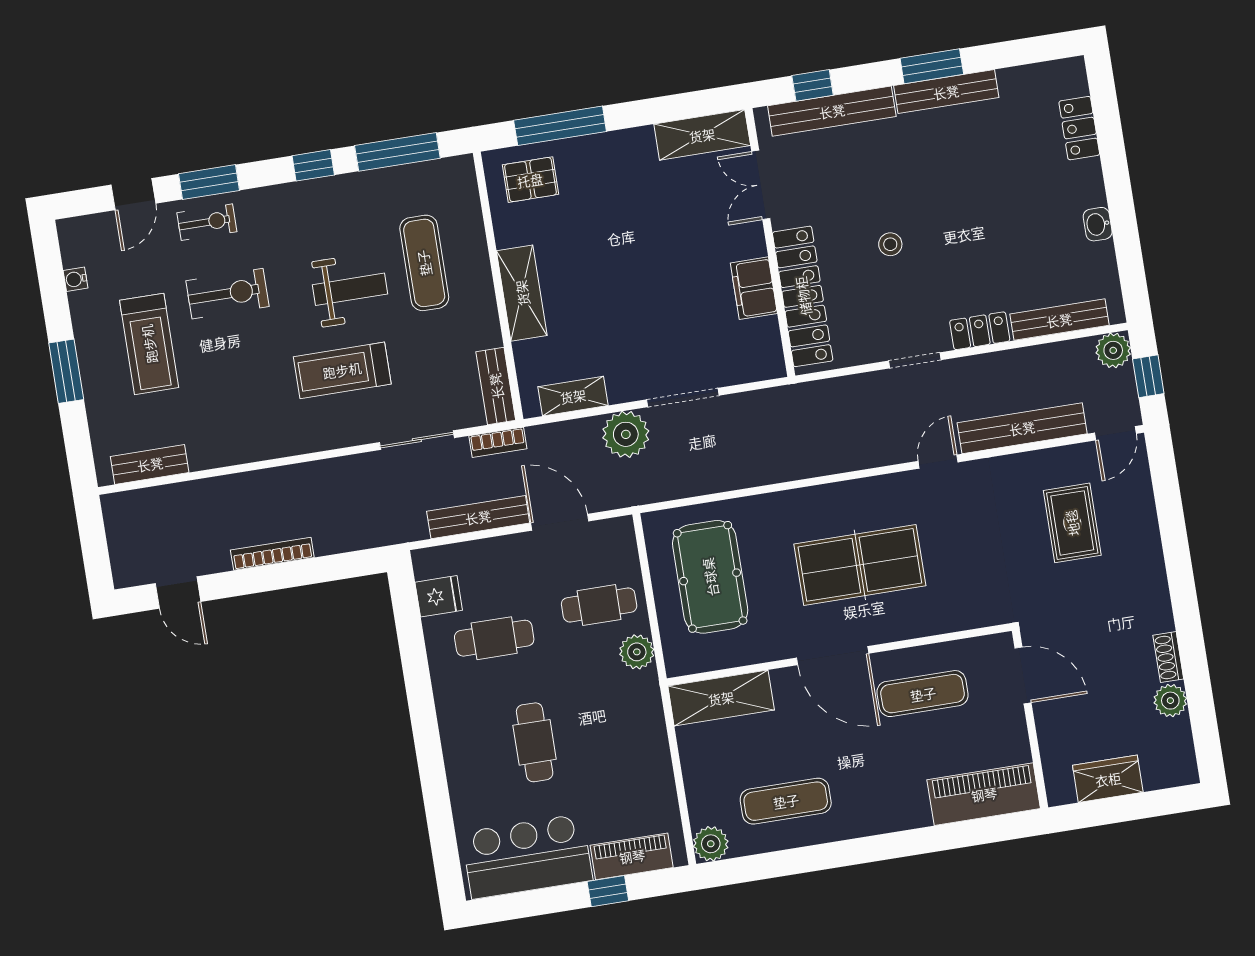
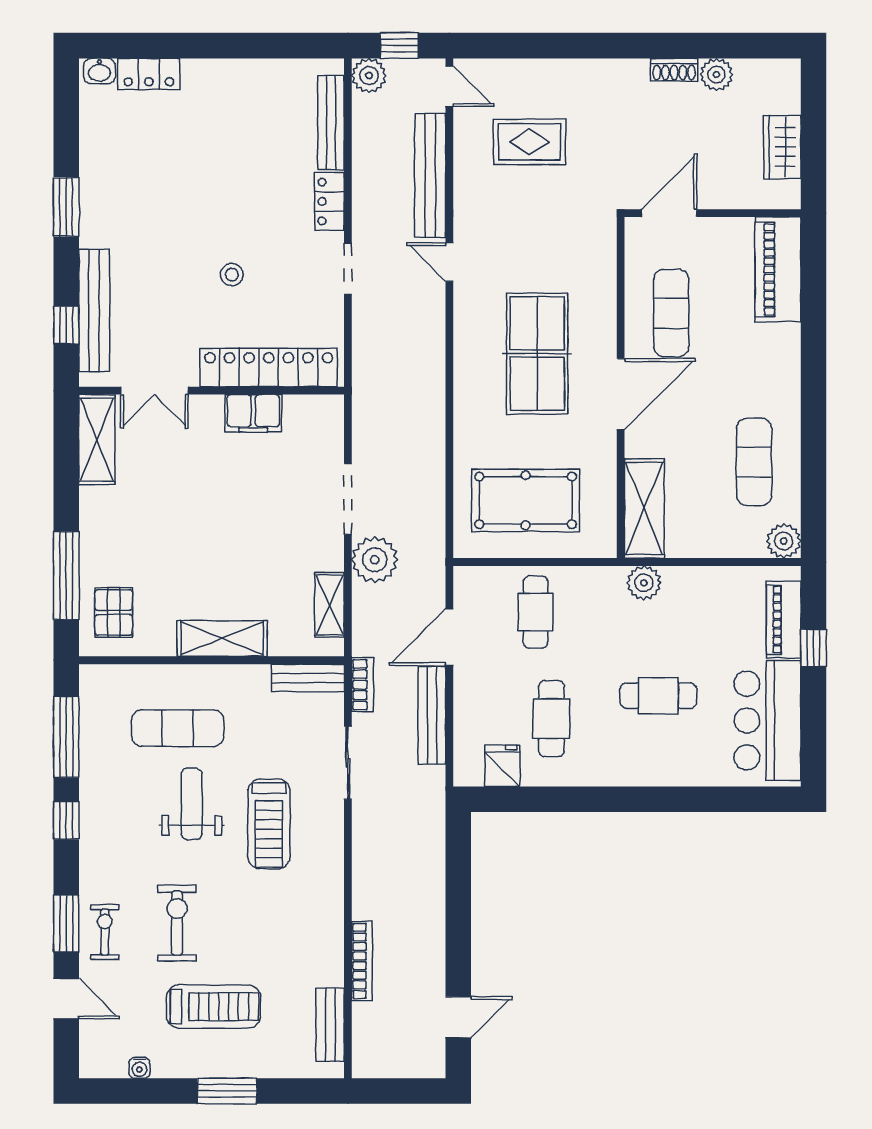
bench: (946, 92) -> (93, 197), removed
washbasin: (1098, 224) -> (99, 71), moved
bookcase: (272, 554) -> (362, 961), moved, turned 180
plant: (637, 652) -> (644, 583), moved

